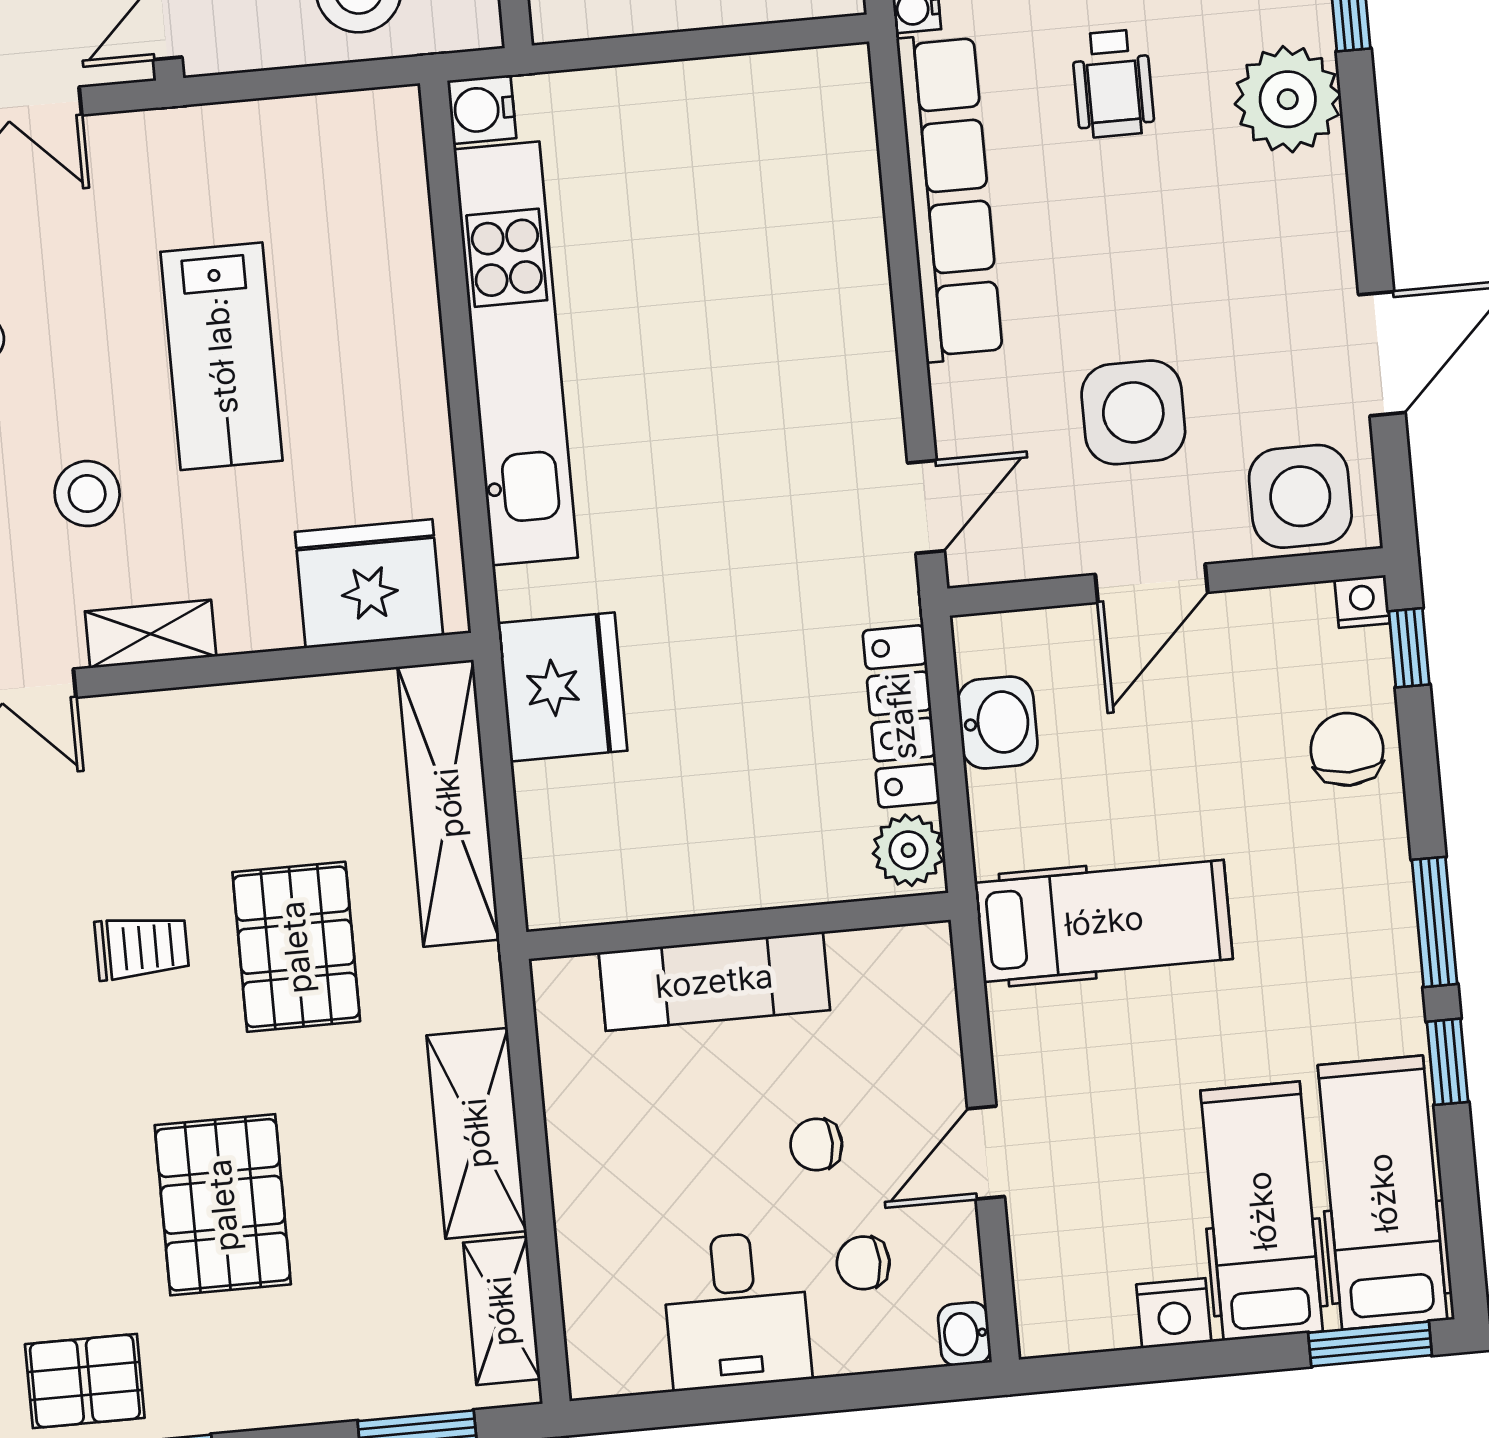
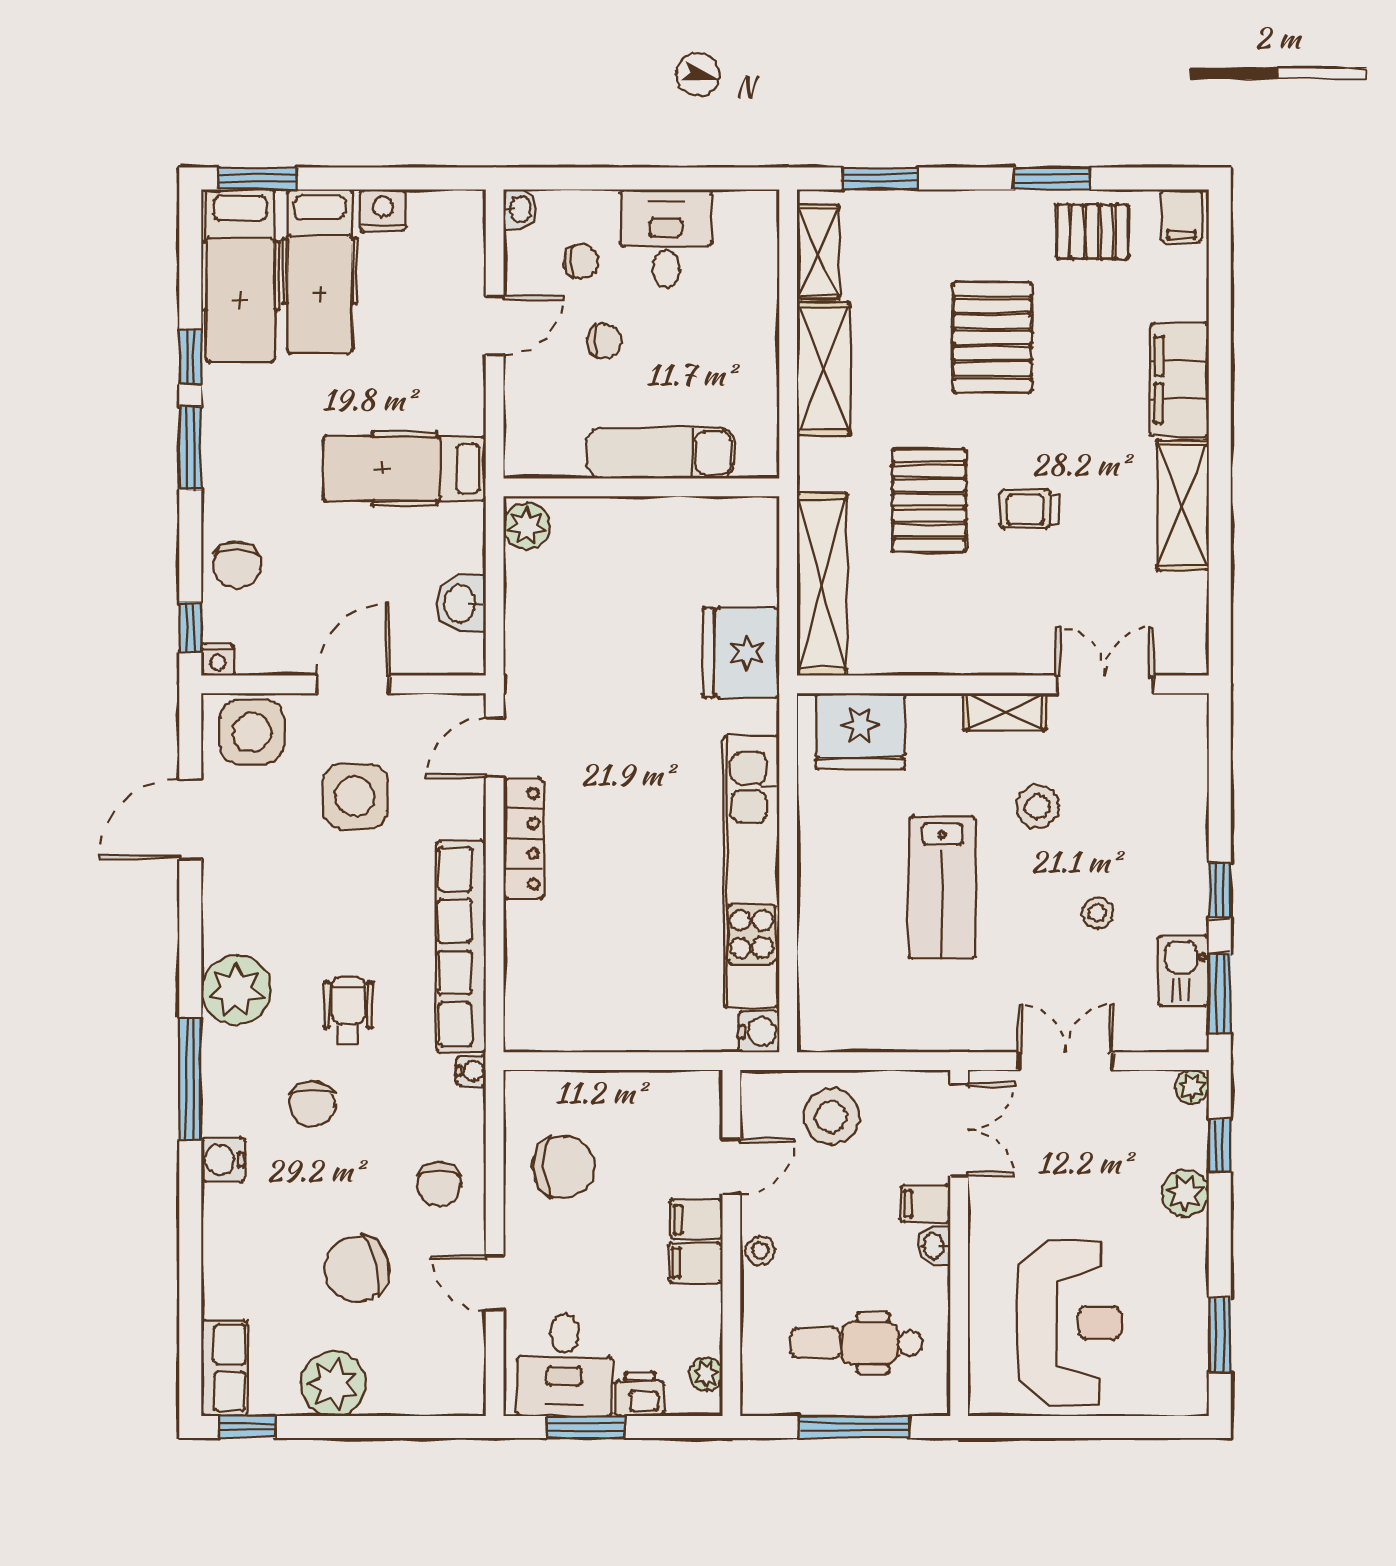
lab bench: (221, 356) -> (942, 887), turned 180
locker: (901, 716) -> (523, 839), moved

